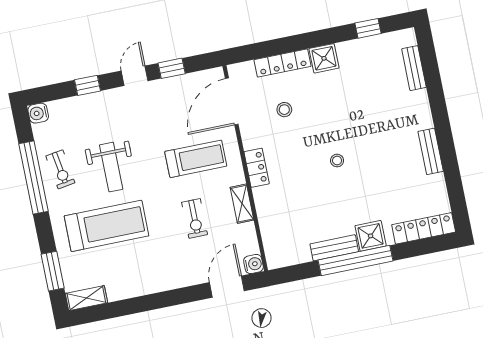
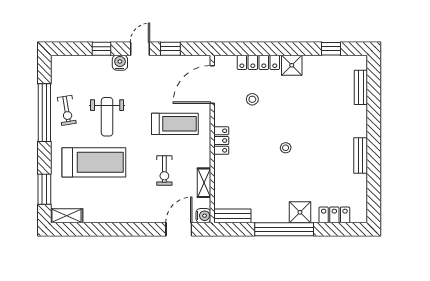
water cooler: (38, 113) -> (120, 63), moved, turned 90
shelving: (242, 204) -> (204, 183), moved
locker: (424, 228) -> (334, 215), width x0.66
bench: (334, 248) -> (232, 216), moved

